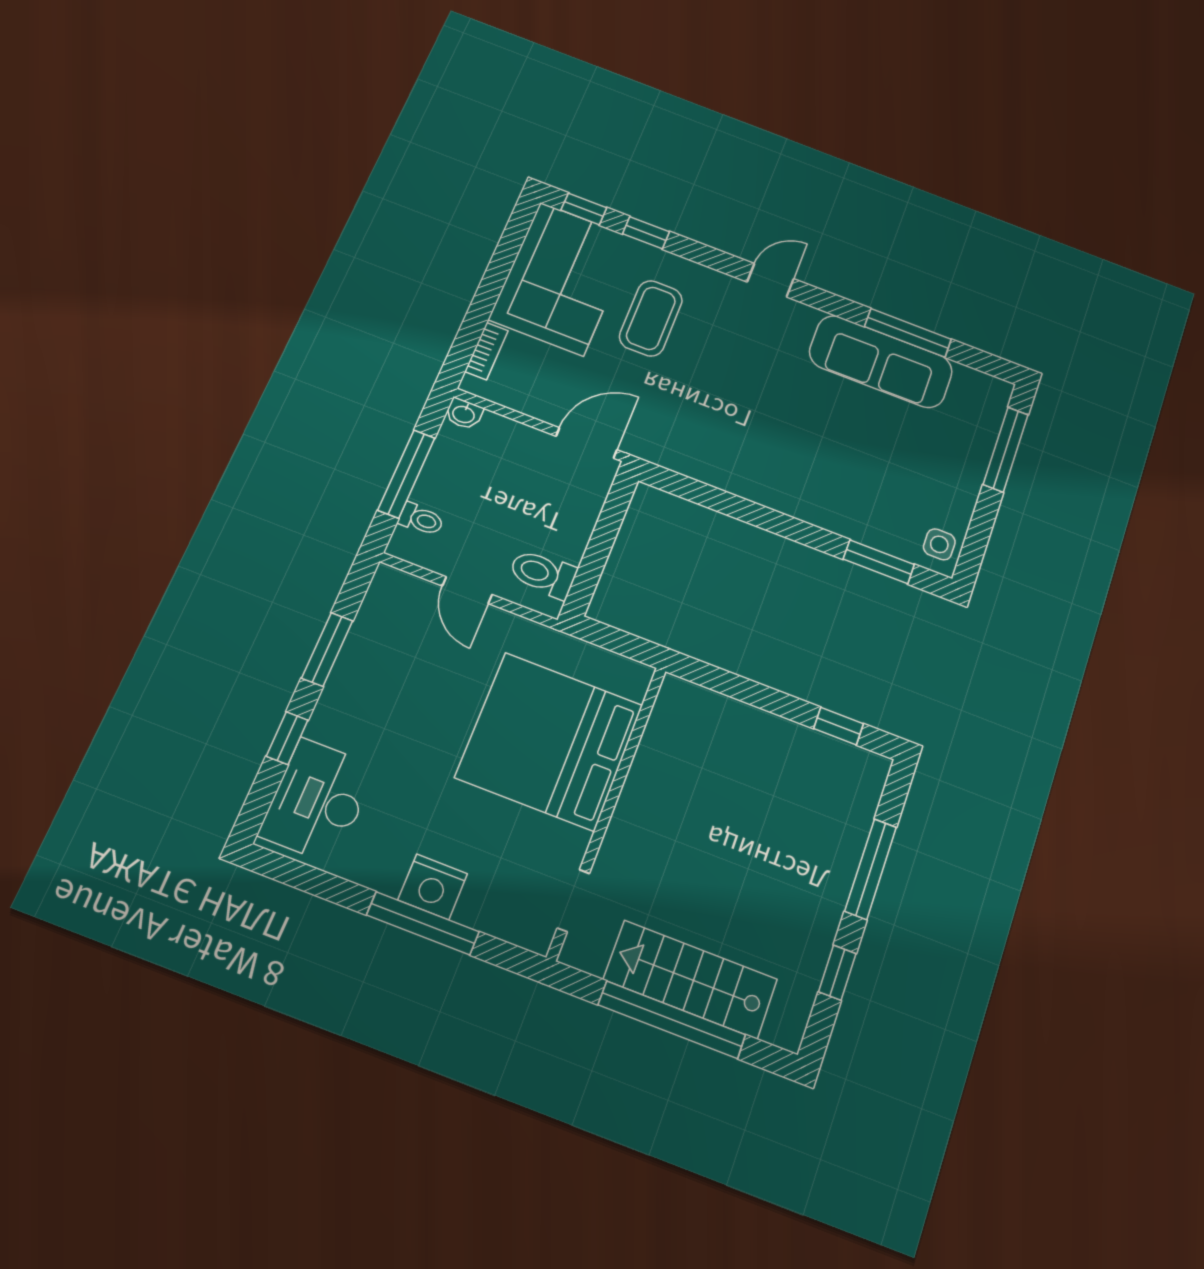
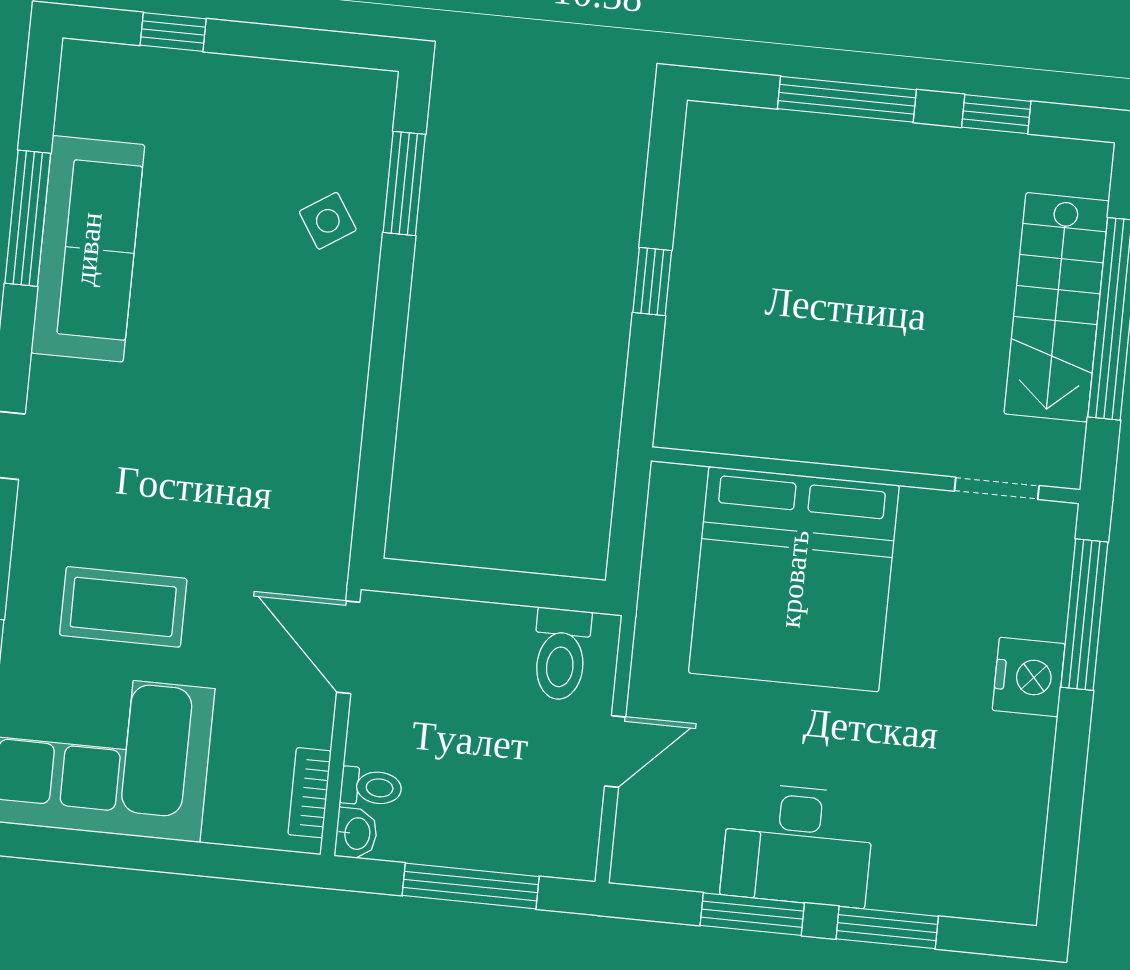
bookcase: (486, 351) -> (310, 793), moved, turned -90
window: (1006, 449) -> (173, 32), width x0.46
toilet: (421, 519) -> (371, 787), moved, turned 90
side table: (939, 544) -> (328, 221), moved, turned -33
window: (838, 726) -> (652, 282), moved
window: (287, 738) -> (887, 928), width x1.50
desk: (318, 801) -> (798, 845), moved
window: (423, 923) -> (1084, 615), moved

